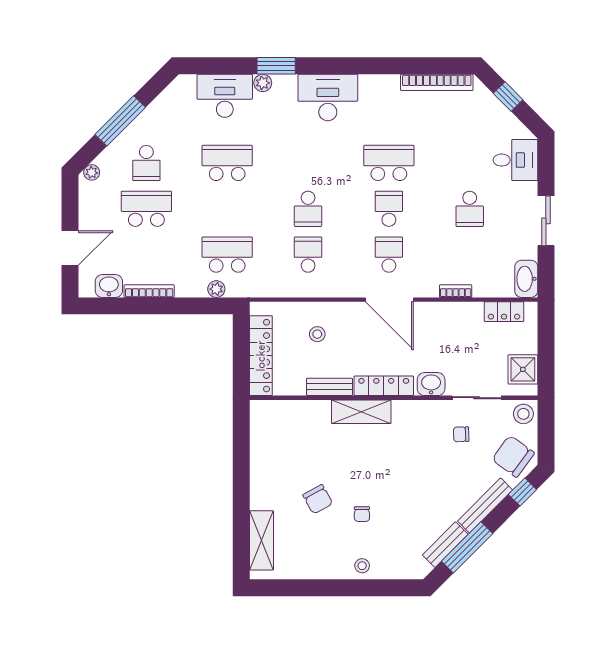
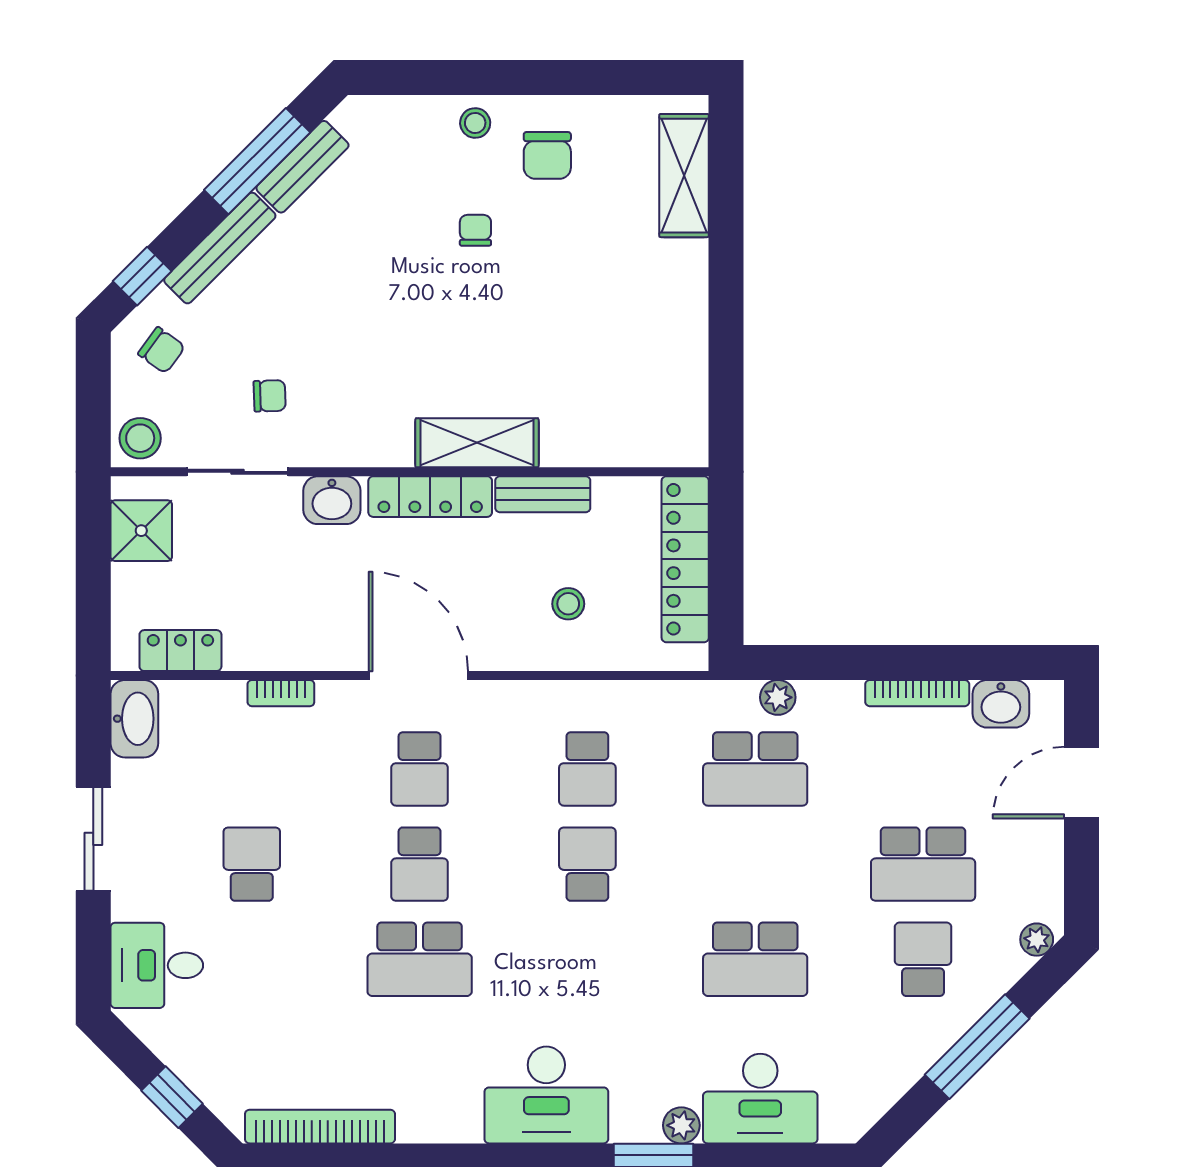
chair: (513, 456) -> (162, 350), width x0.54, depth x0.54
chair: (318, 499) -> (547, 155), moved, turned -151

